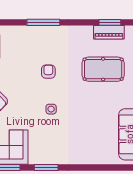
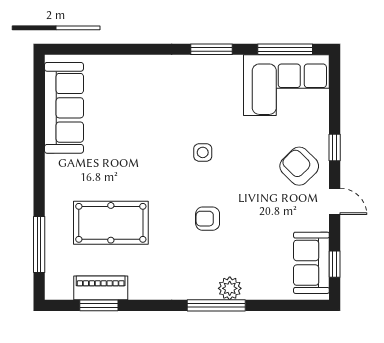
plant: (36, 32) -> (230, 288), added
armchair: (48, 72) -> (208, 219), turned 90

